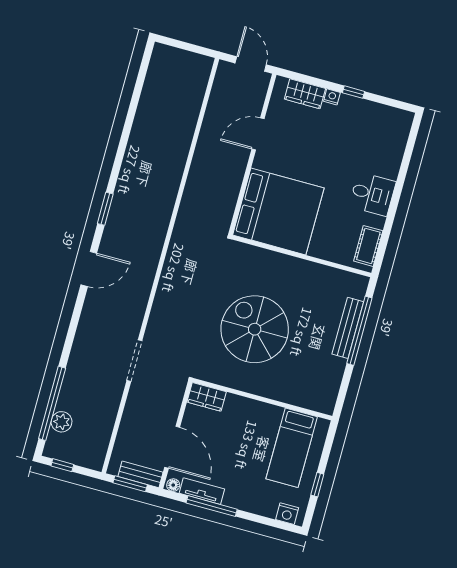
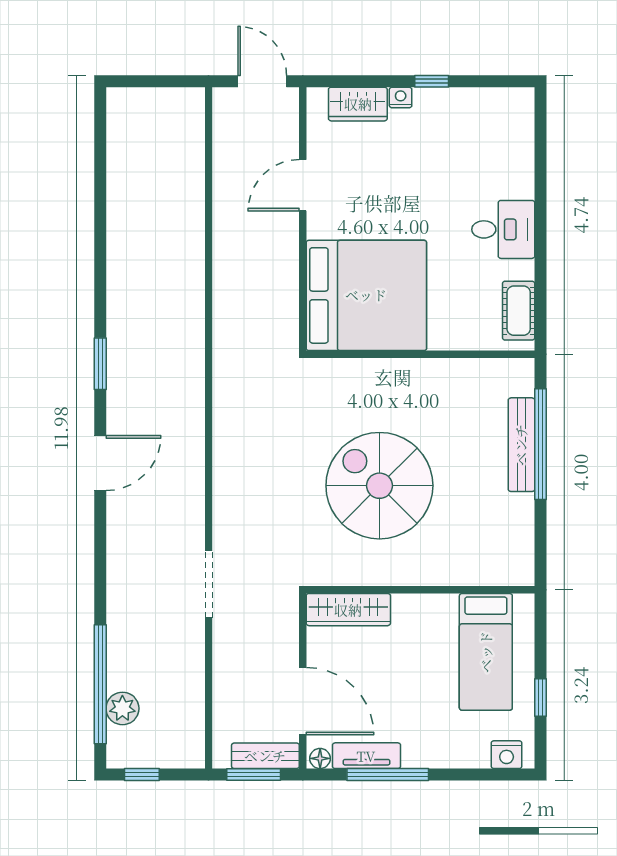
wardrobe: (207, 397) -> (348, 610), width x1.50

